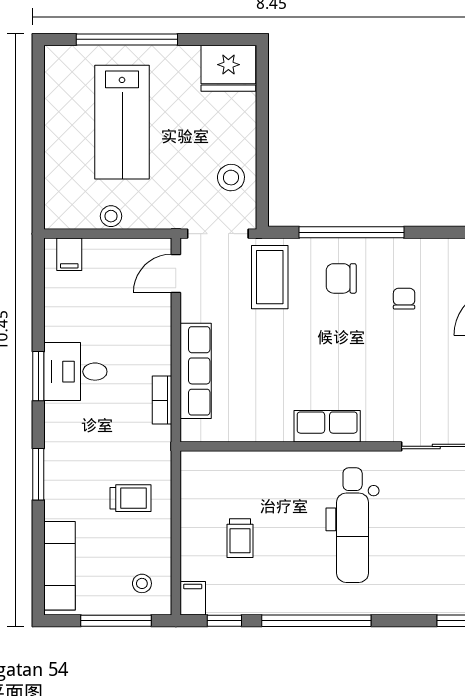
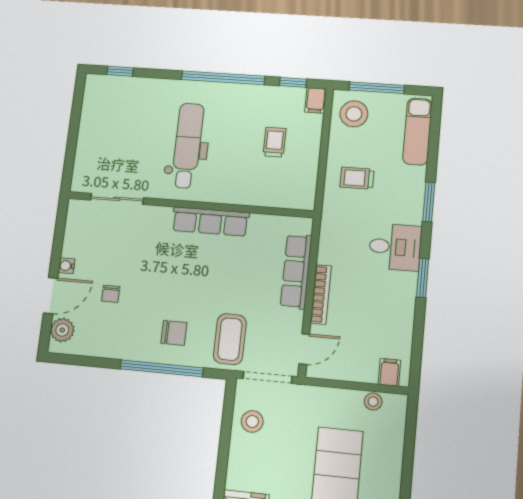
stool: (111, 216) -> (373, 402), moved
chair: (404, 299) -> (111, 294), moved
desk: (75, 372) -> (395, 247), moved
bookcase: (162, 400) -> (321, 294), moved, width x1.56
row of seats: (327, 426) -> (210, 221), width x1.48
stool: (142, 583) -> (354, 114), width x1.89, depth x1.89

